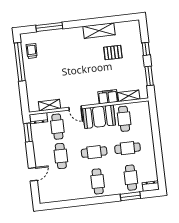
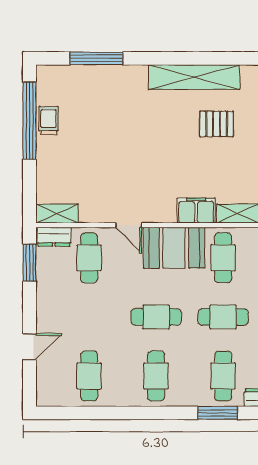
shelving: (99, 31) -> (194, 77), width x1.47
trolley: (32, 51) -> (49, 121), moved
shelving: (49, 105) -> (57, 213), moved
cafe table: (61, 156) -> (89, 376), moved

